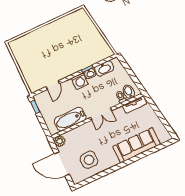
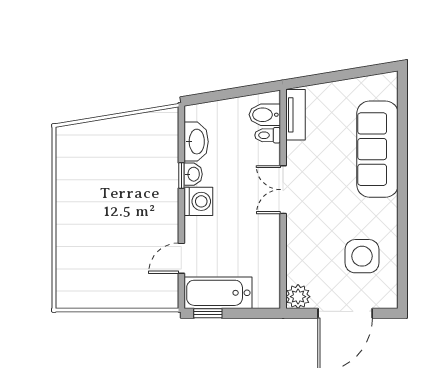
door: (53, 85) -> (181, 258), swing flipped
double door: (101, 114) -> (283, 190), swing flipped
bathtub: (70, 119) -> (218, 293), moved, turned 90

